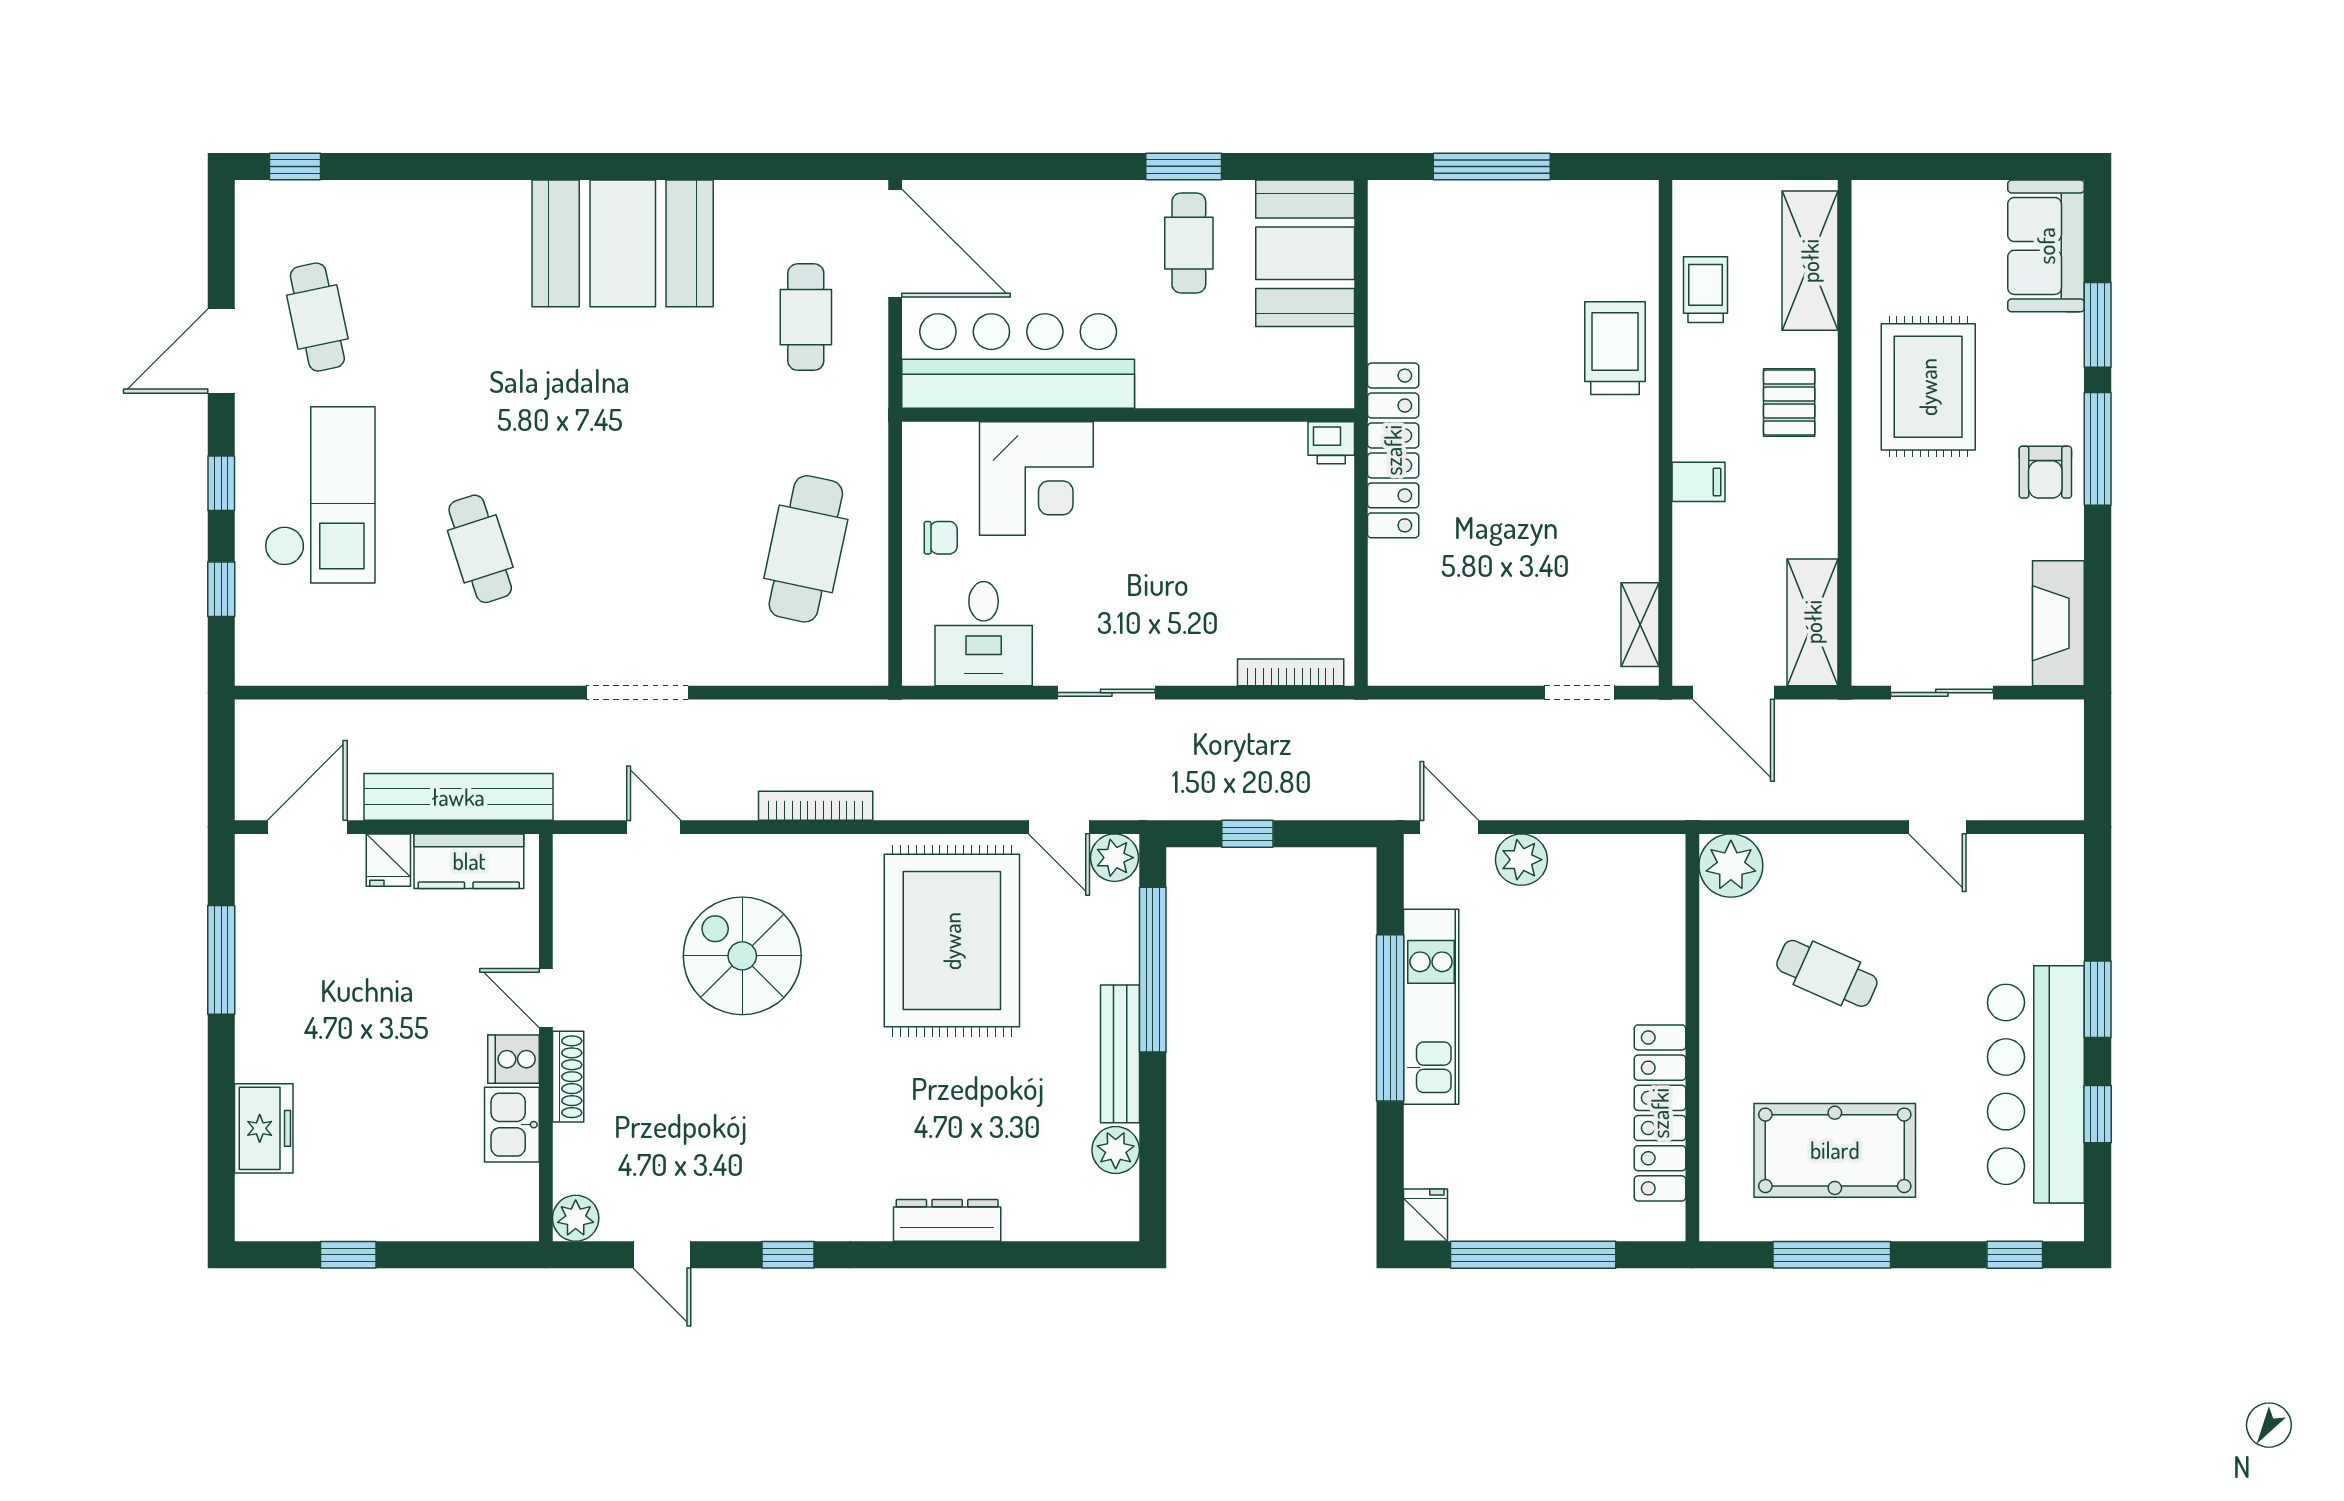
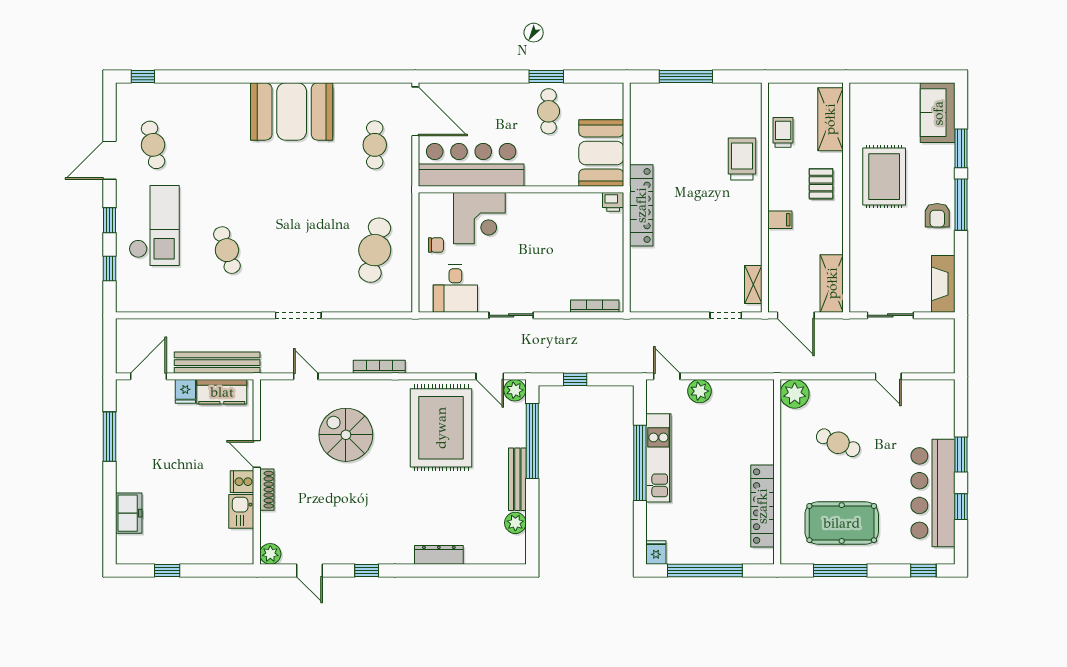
booth: (1305, 253) -> (601, 153), moved

